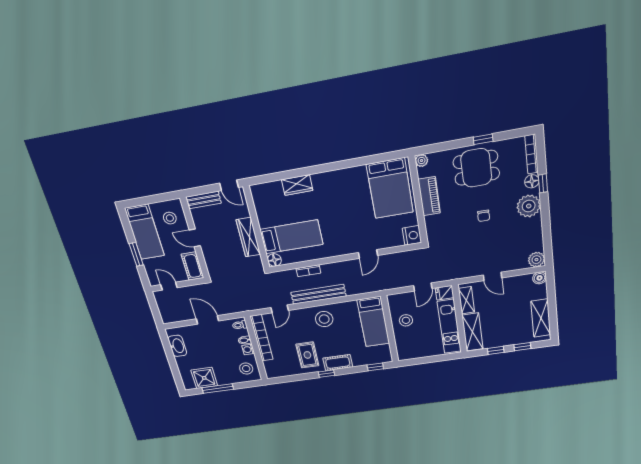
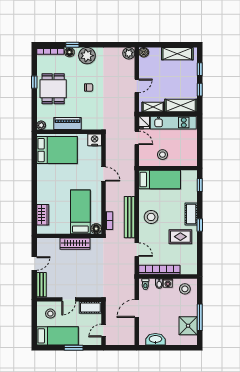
wall: (257, 228) -> (69, 236), moved
wardrobe: (248, 237) -> (75, 244), moved
bed: (291, 237) -> (80, 212), moved
floor lamp: (274, 260) -> (96, 229), moved

